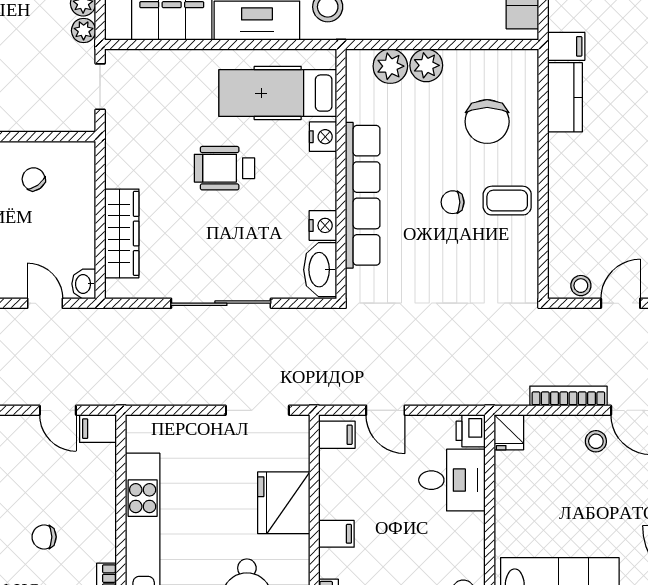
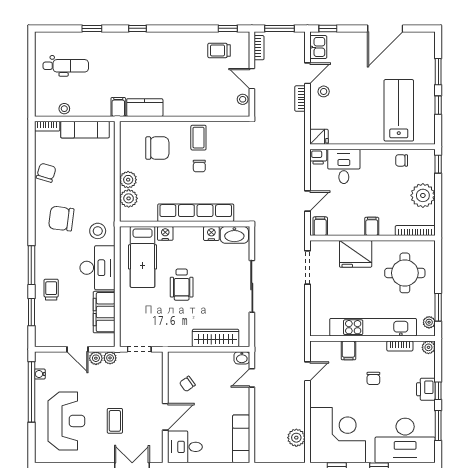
bookcase: (568, 396) -> (300, 99), width x0.64
filing cabinet: (98, 429) -> (348, 350), moved

